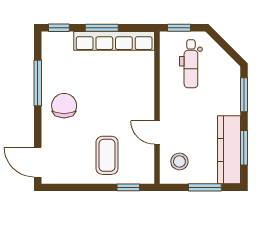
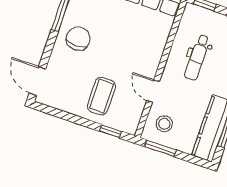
dental chair: (191, 64) -> (197, 57), moved
window: (205, 187) -> (160, 148), moved

